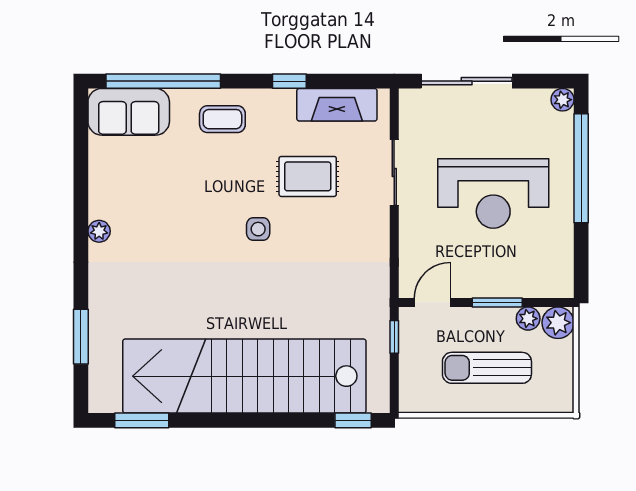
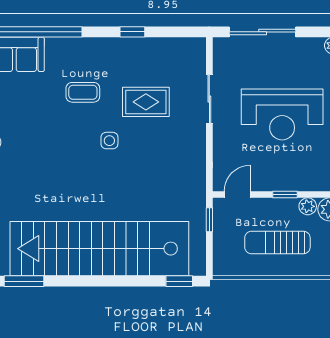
fireplace: (337, 105) -> (167, 49), removed
coffee table: (222, 119) -> (83, 92), moved
window: (497, 302) -> (285, 195), width x0.67

